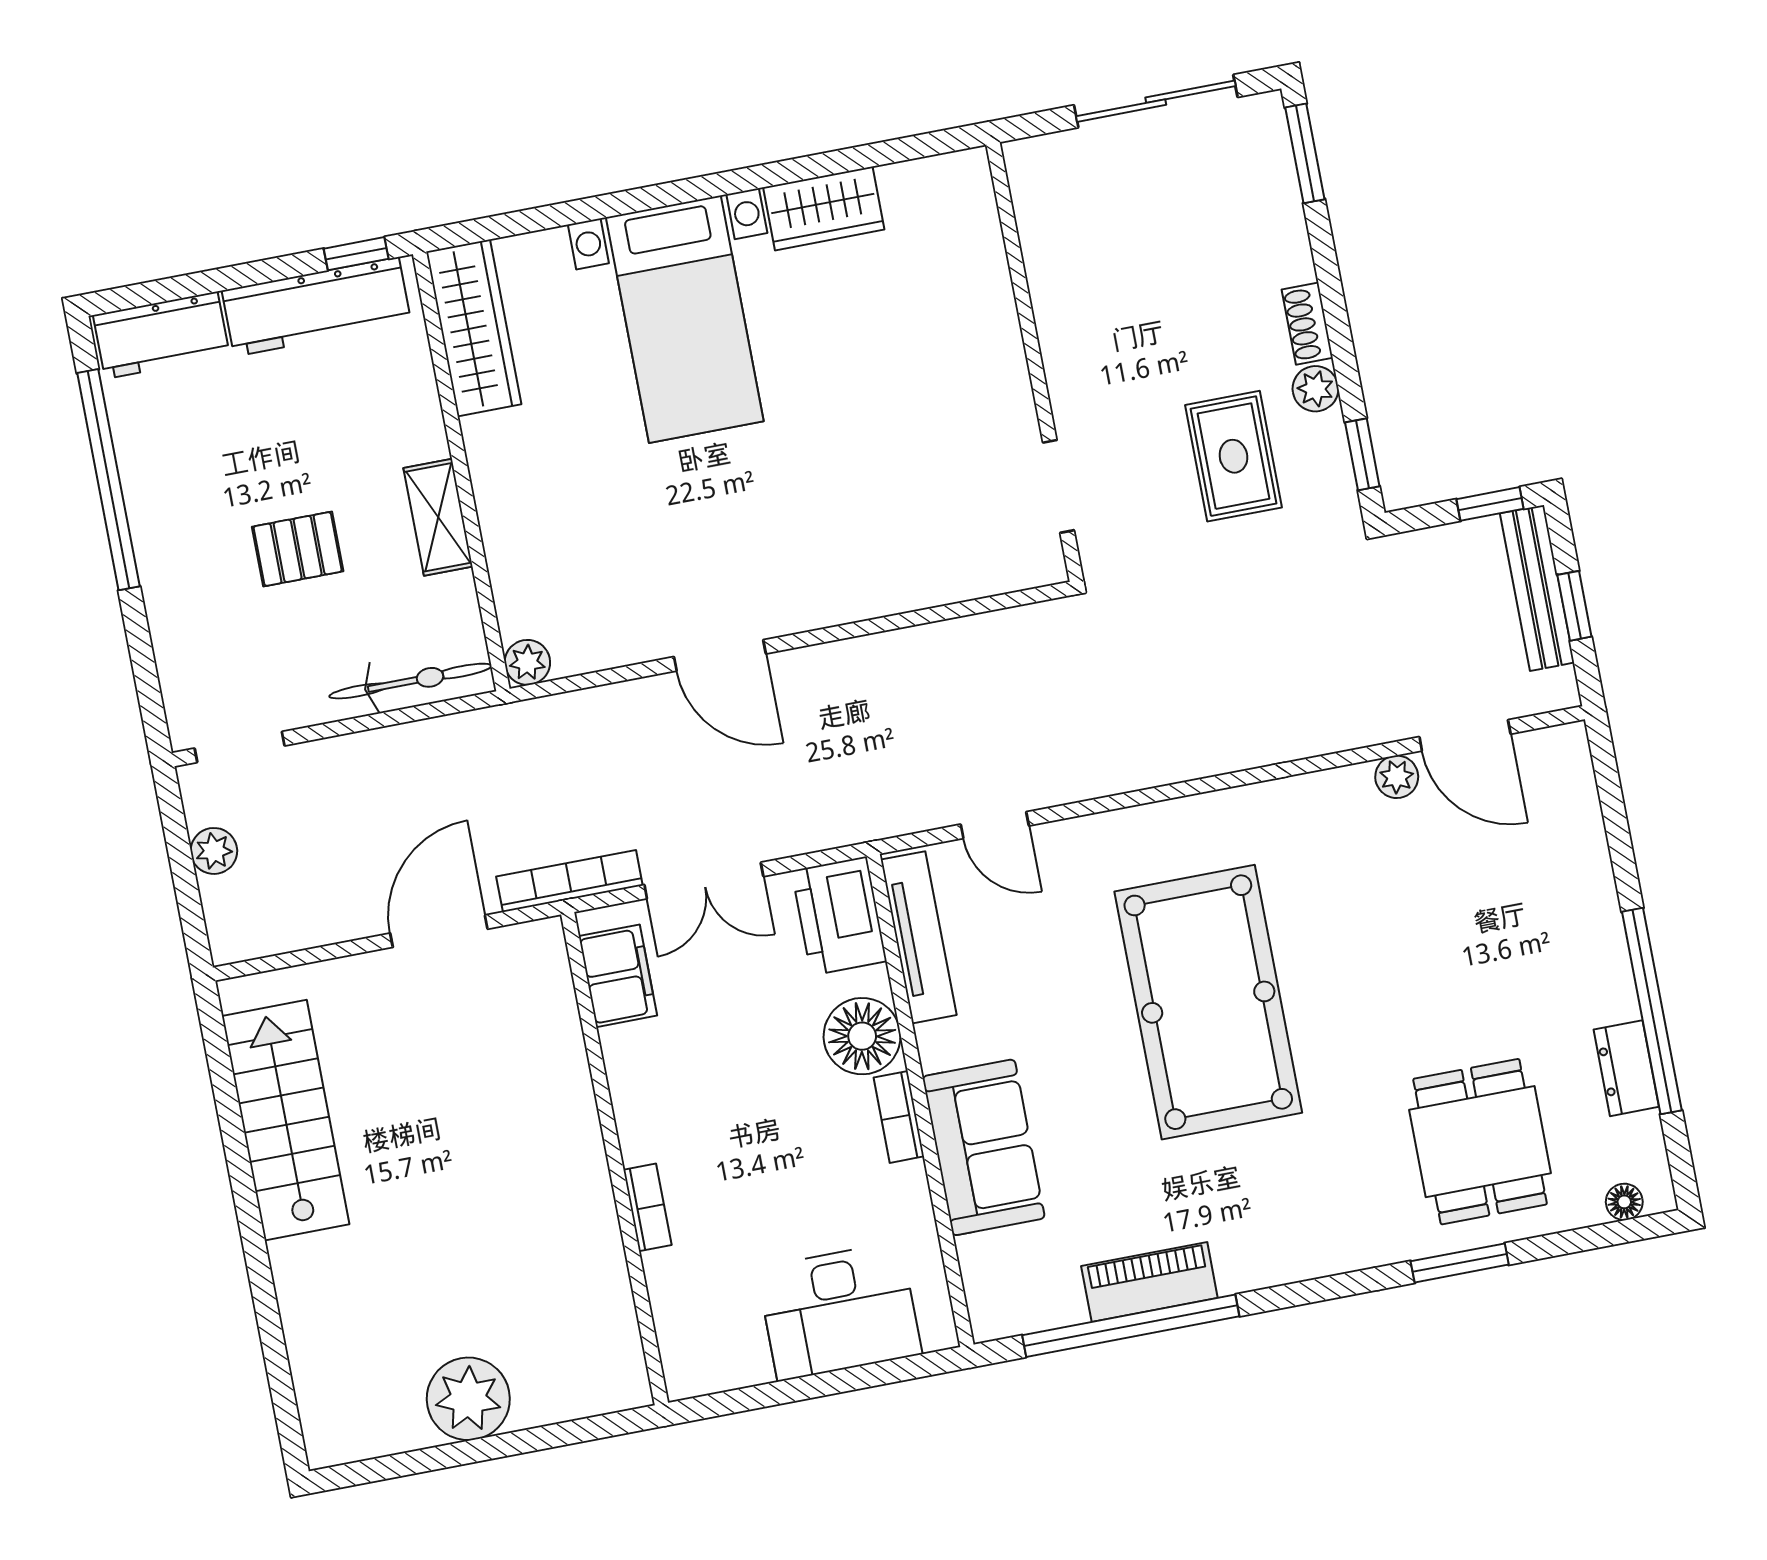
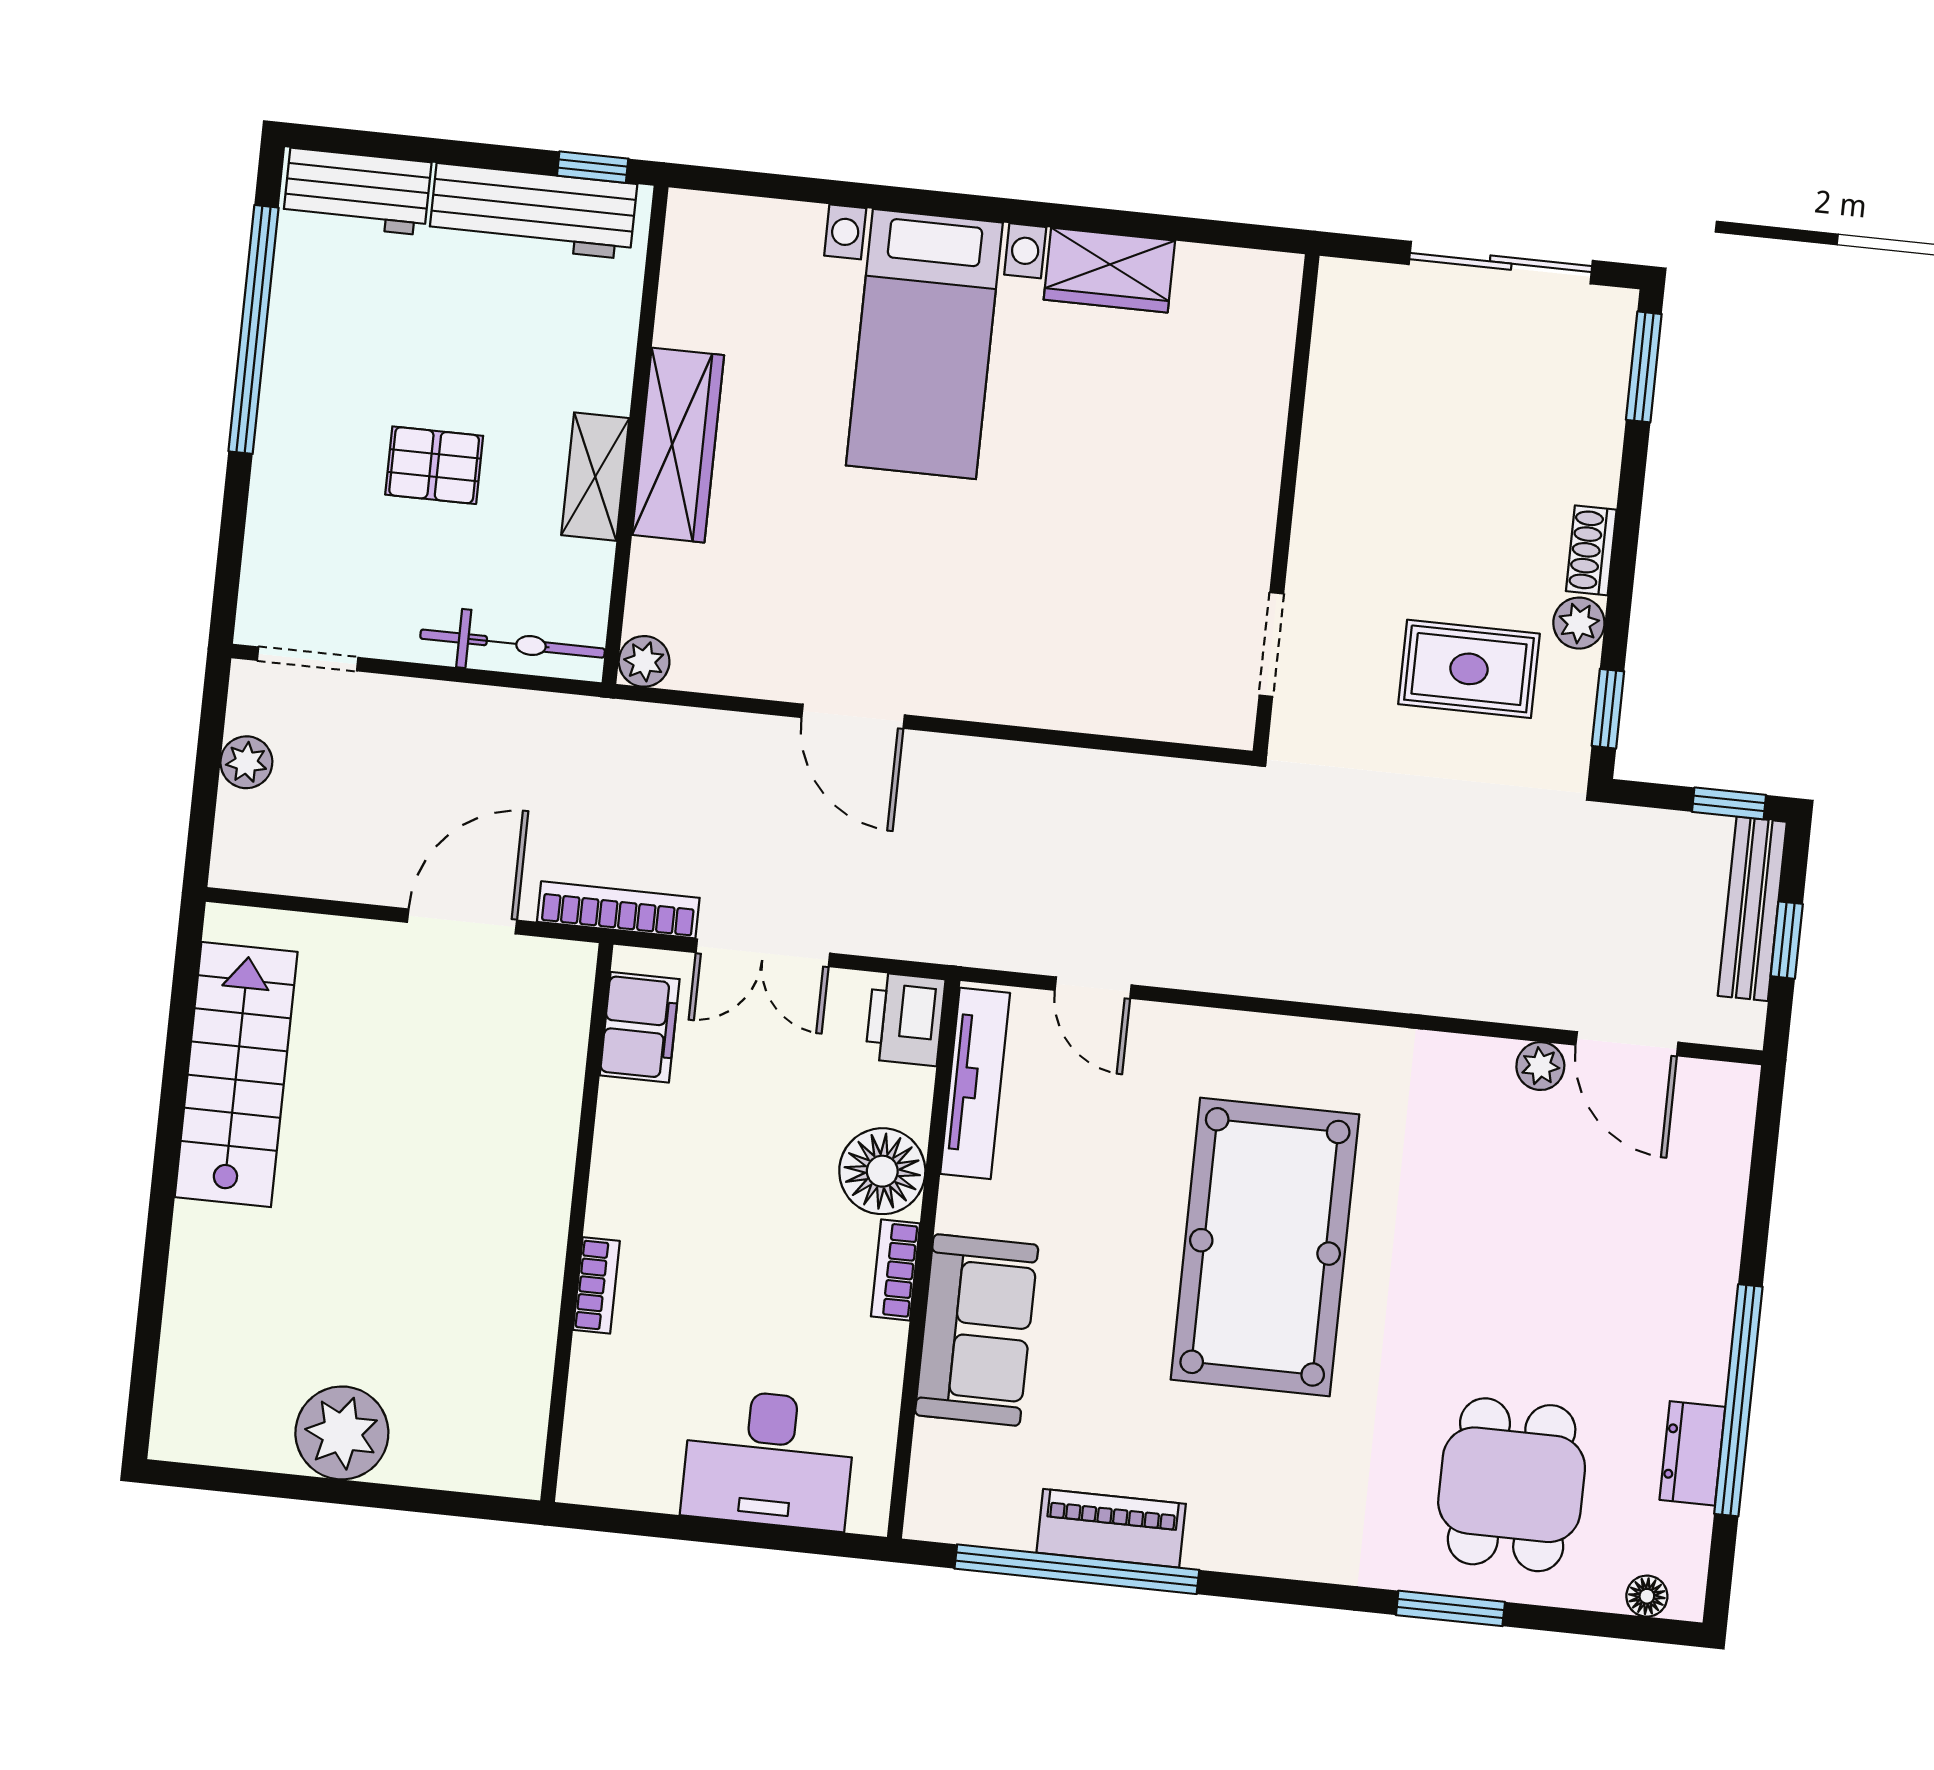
wardrobe: (474, 328) -> (678, 445), moved
rug: (1233, 456) -> (1469, 669), turned 90
printer: (839, 916) -> (905, 1019), width x0.73, depth x0.84

